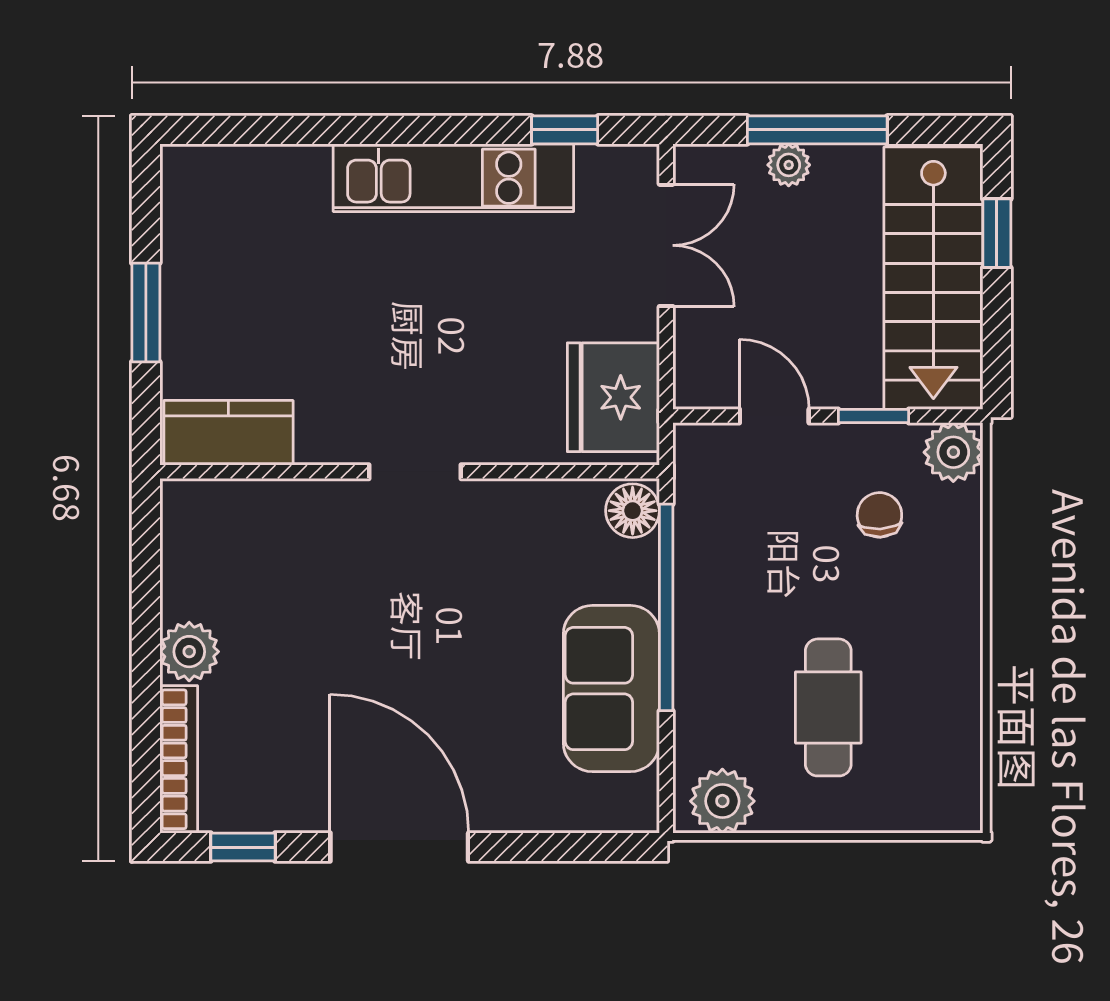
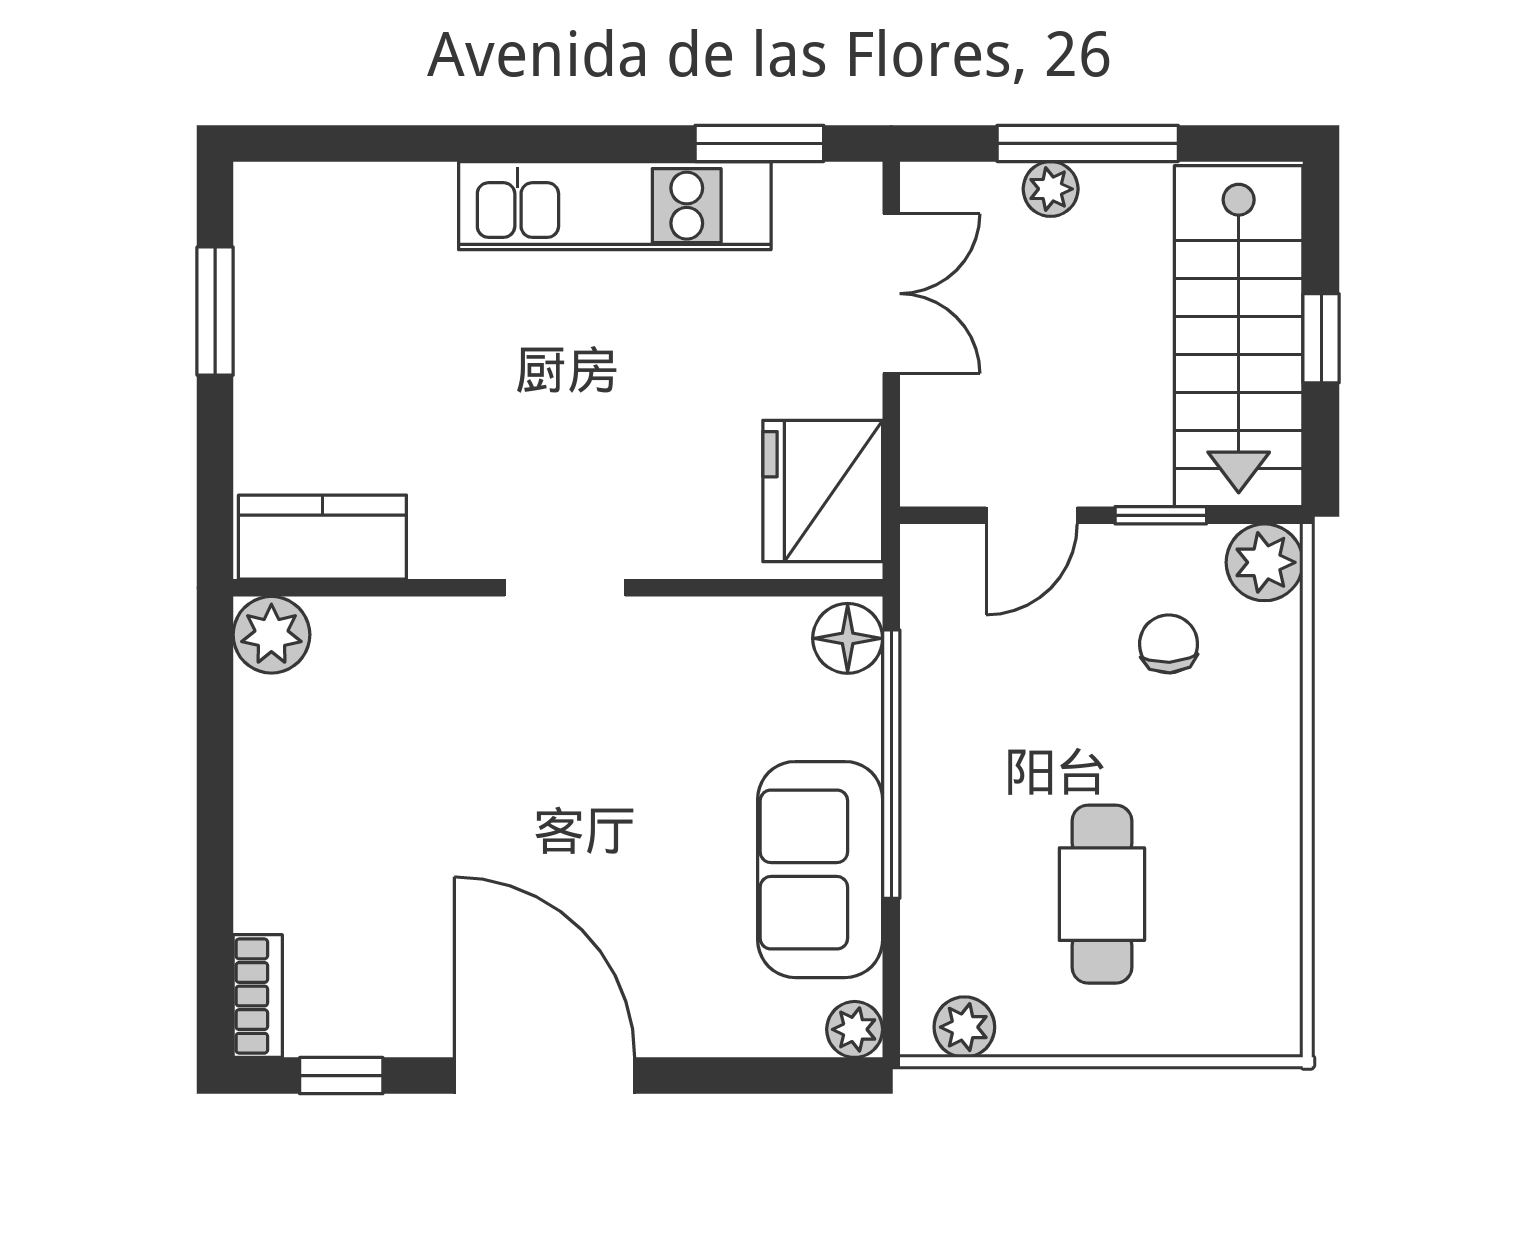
window: (565, 130) -> (759, 143), width x1.50
window: (997, 233) -> (1321, 338), moved
window: (146, 312) -> (215, 311), moved
door: (774, 416) -> (1032, 515), swing flipped
plant: (189, 652) -> (271, 635), moved
bookcase: (179, 759) -> (258, 996), width x0.64
plant: (722, 801) -> (964, 1027), width x0.73, depth x0.73
plant: (638, 812) -> (855, 1029), added

